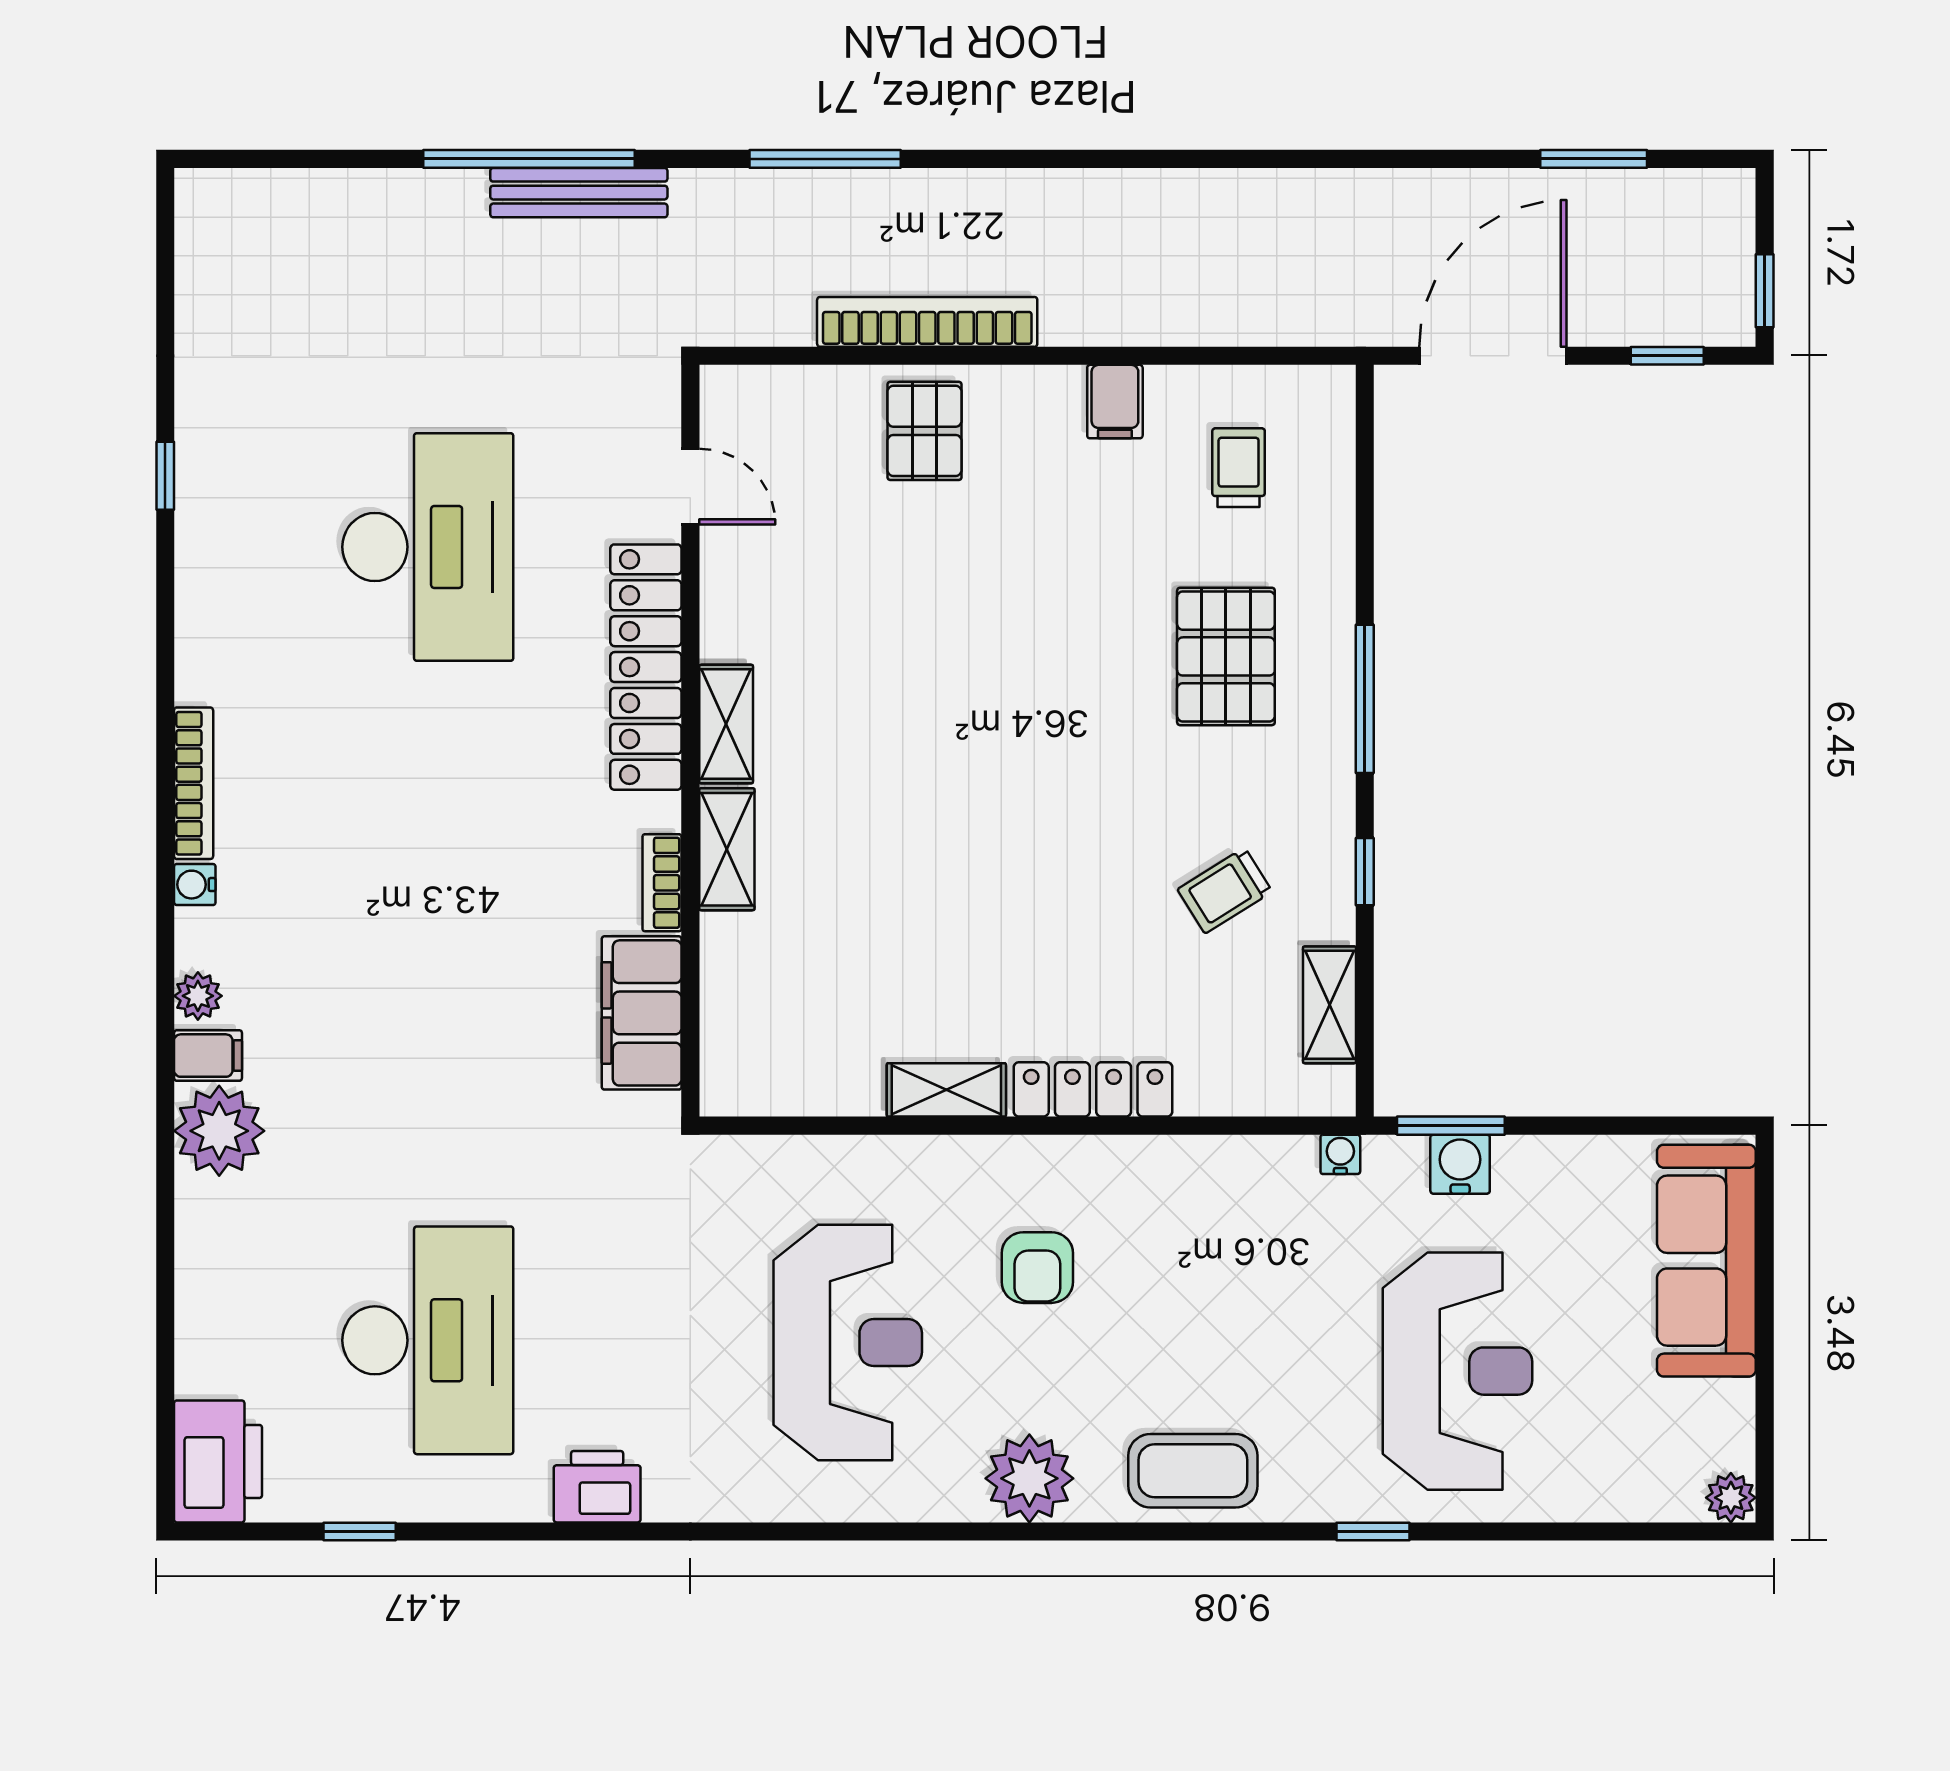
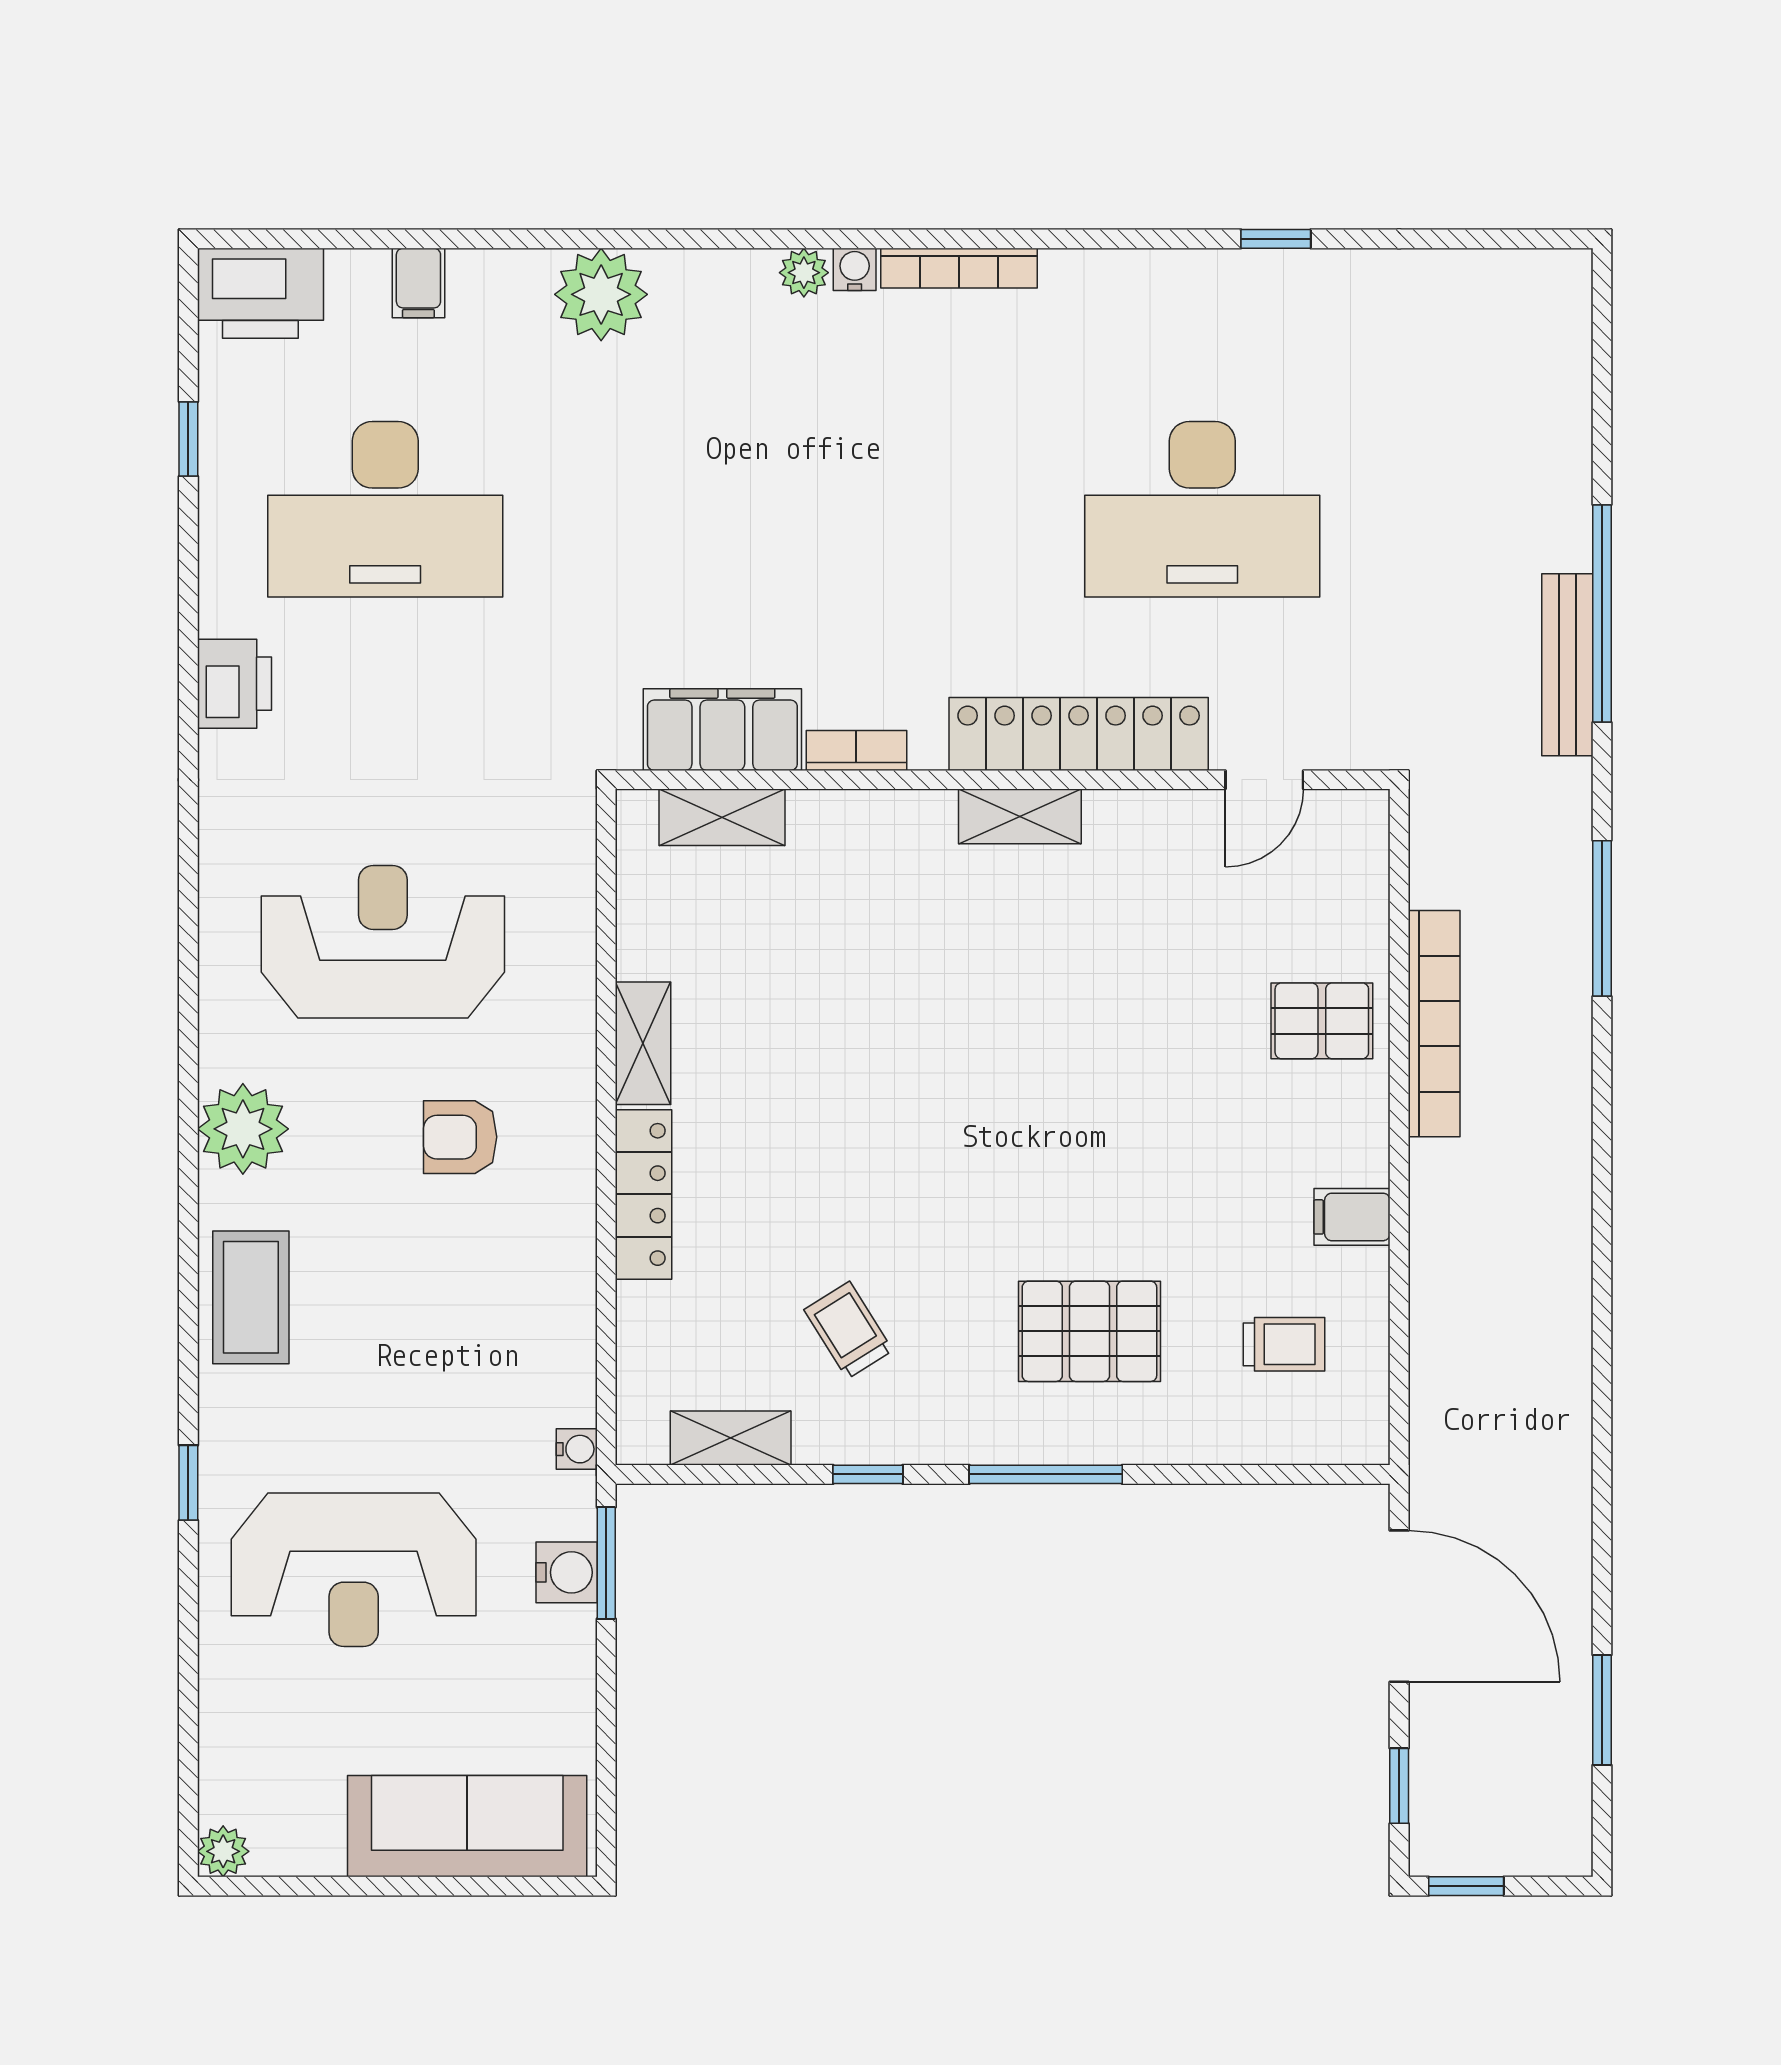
shelving: (727, 849) -> (722, 817), moved
plant: (198, 996) -> (804, 273), moved
filing cabinet: (208, 1056) -> (418, 283), moved
reception desk: (848, 1343) -> (383, 942), turned 180

